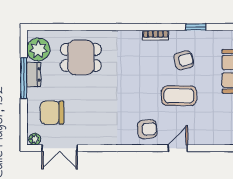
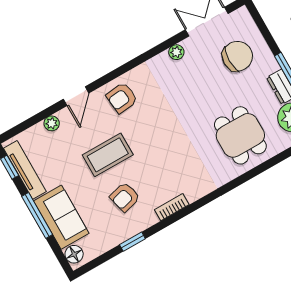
dining table: (81, 57) -> (240, 135), turned 90
plant: (35, 139) -> (176, 52), moved
plant: (205, 139) -> (52, 123), added

